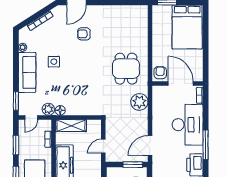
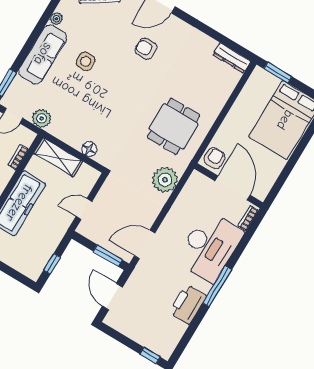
dresser: (136, 10) -> (232, 58), added
floor lamp: (60, 110) -> (89, 149), moved

